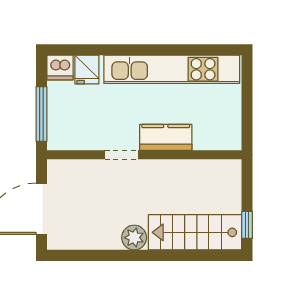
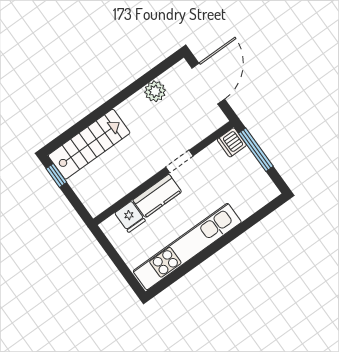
dishwasher: (60, 67) -> (232, 142), moved, turned -90
fridge: (87, 70) -> (130, 217), moved, turned 180
plant: (134, 238) -> (155, 91), moved

